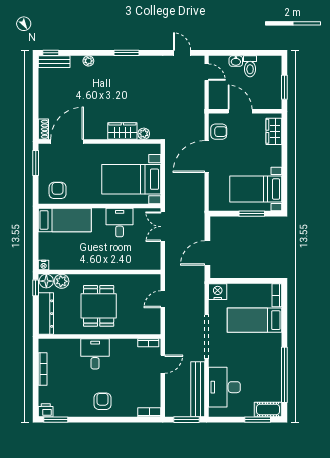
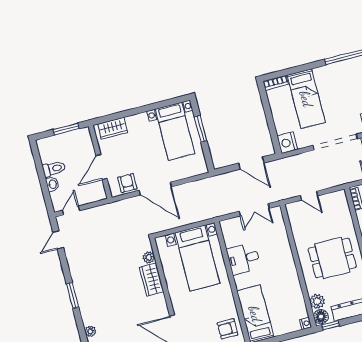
double door: (163, 227) -> (254, 210), moved

